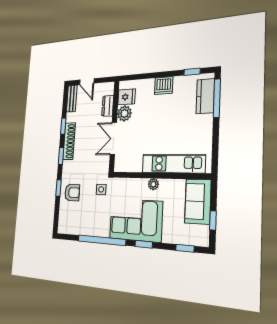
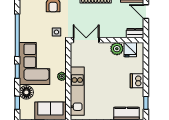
door: (87, 82) -> (146, 12), hinge flipped
dresser: (108, 106) -> (135, 33), moved
double door: (113, 138) -> (86, 40), moved
floor lamp: (172, 234) -> (26, 92), added

